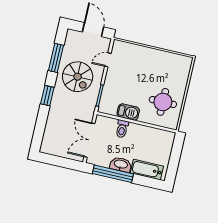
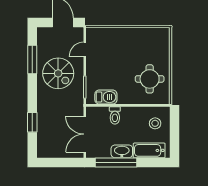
window: (47, 96) -> (32, 122), moved
barbecue: (128, 112) -> (106, 97), moved
stool: (158, 145) -> (155, 123), added

